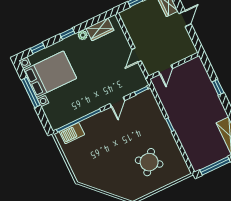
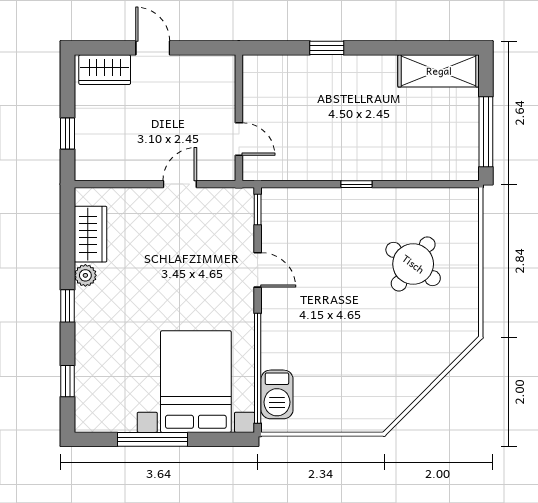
door: (137, 55) -> (180, 184), swing flipped
bed with nightstands: (50, 74) -> (196, 382), moved

